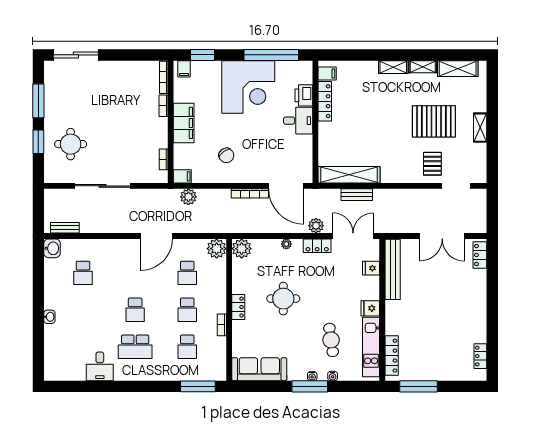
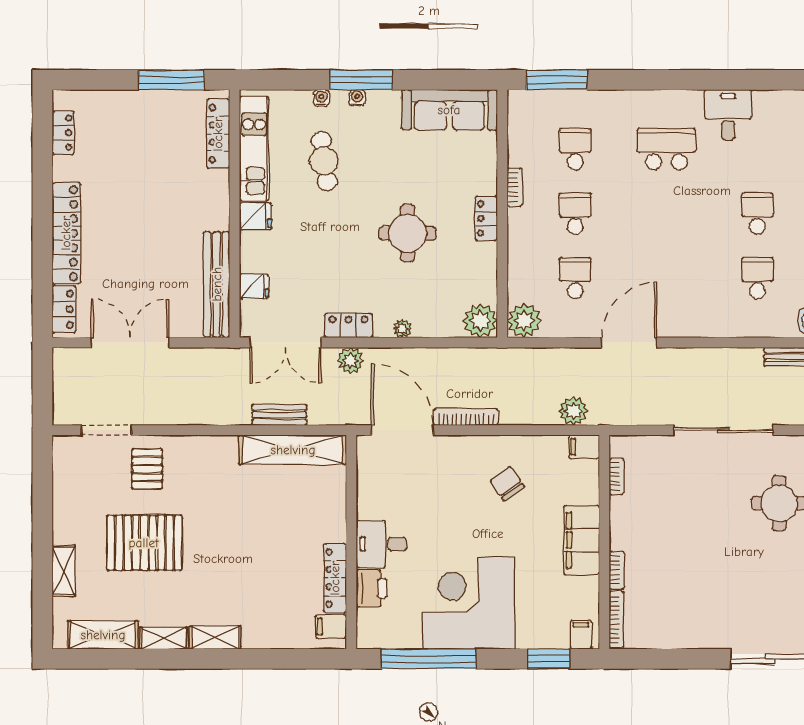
shelving: (480, 128) -> (64, 571), moved
locker: (479, 299) -> (66, 233), added
school desk: (135, 310) -> (758, 214), moved

